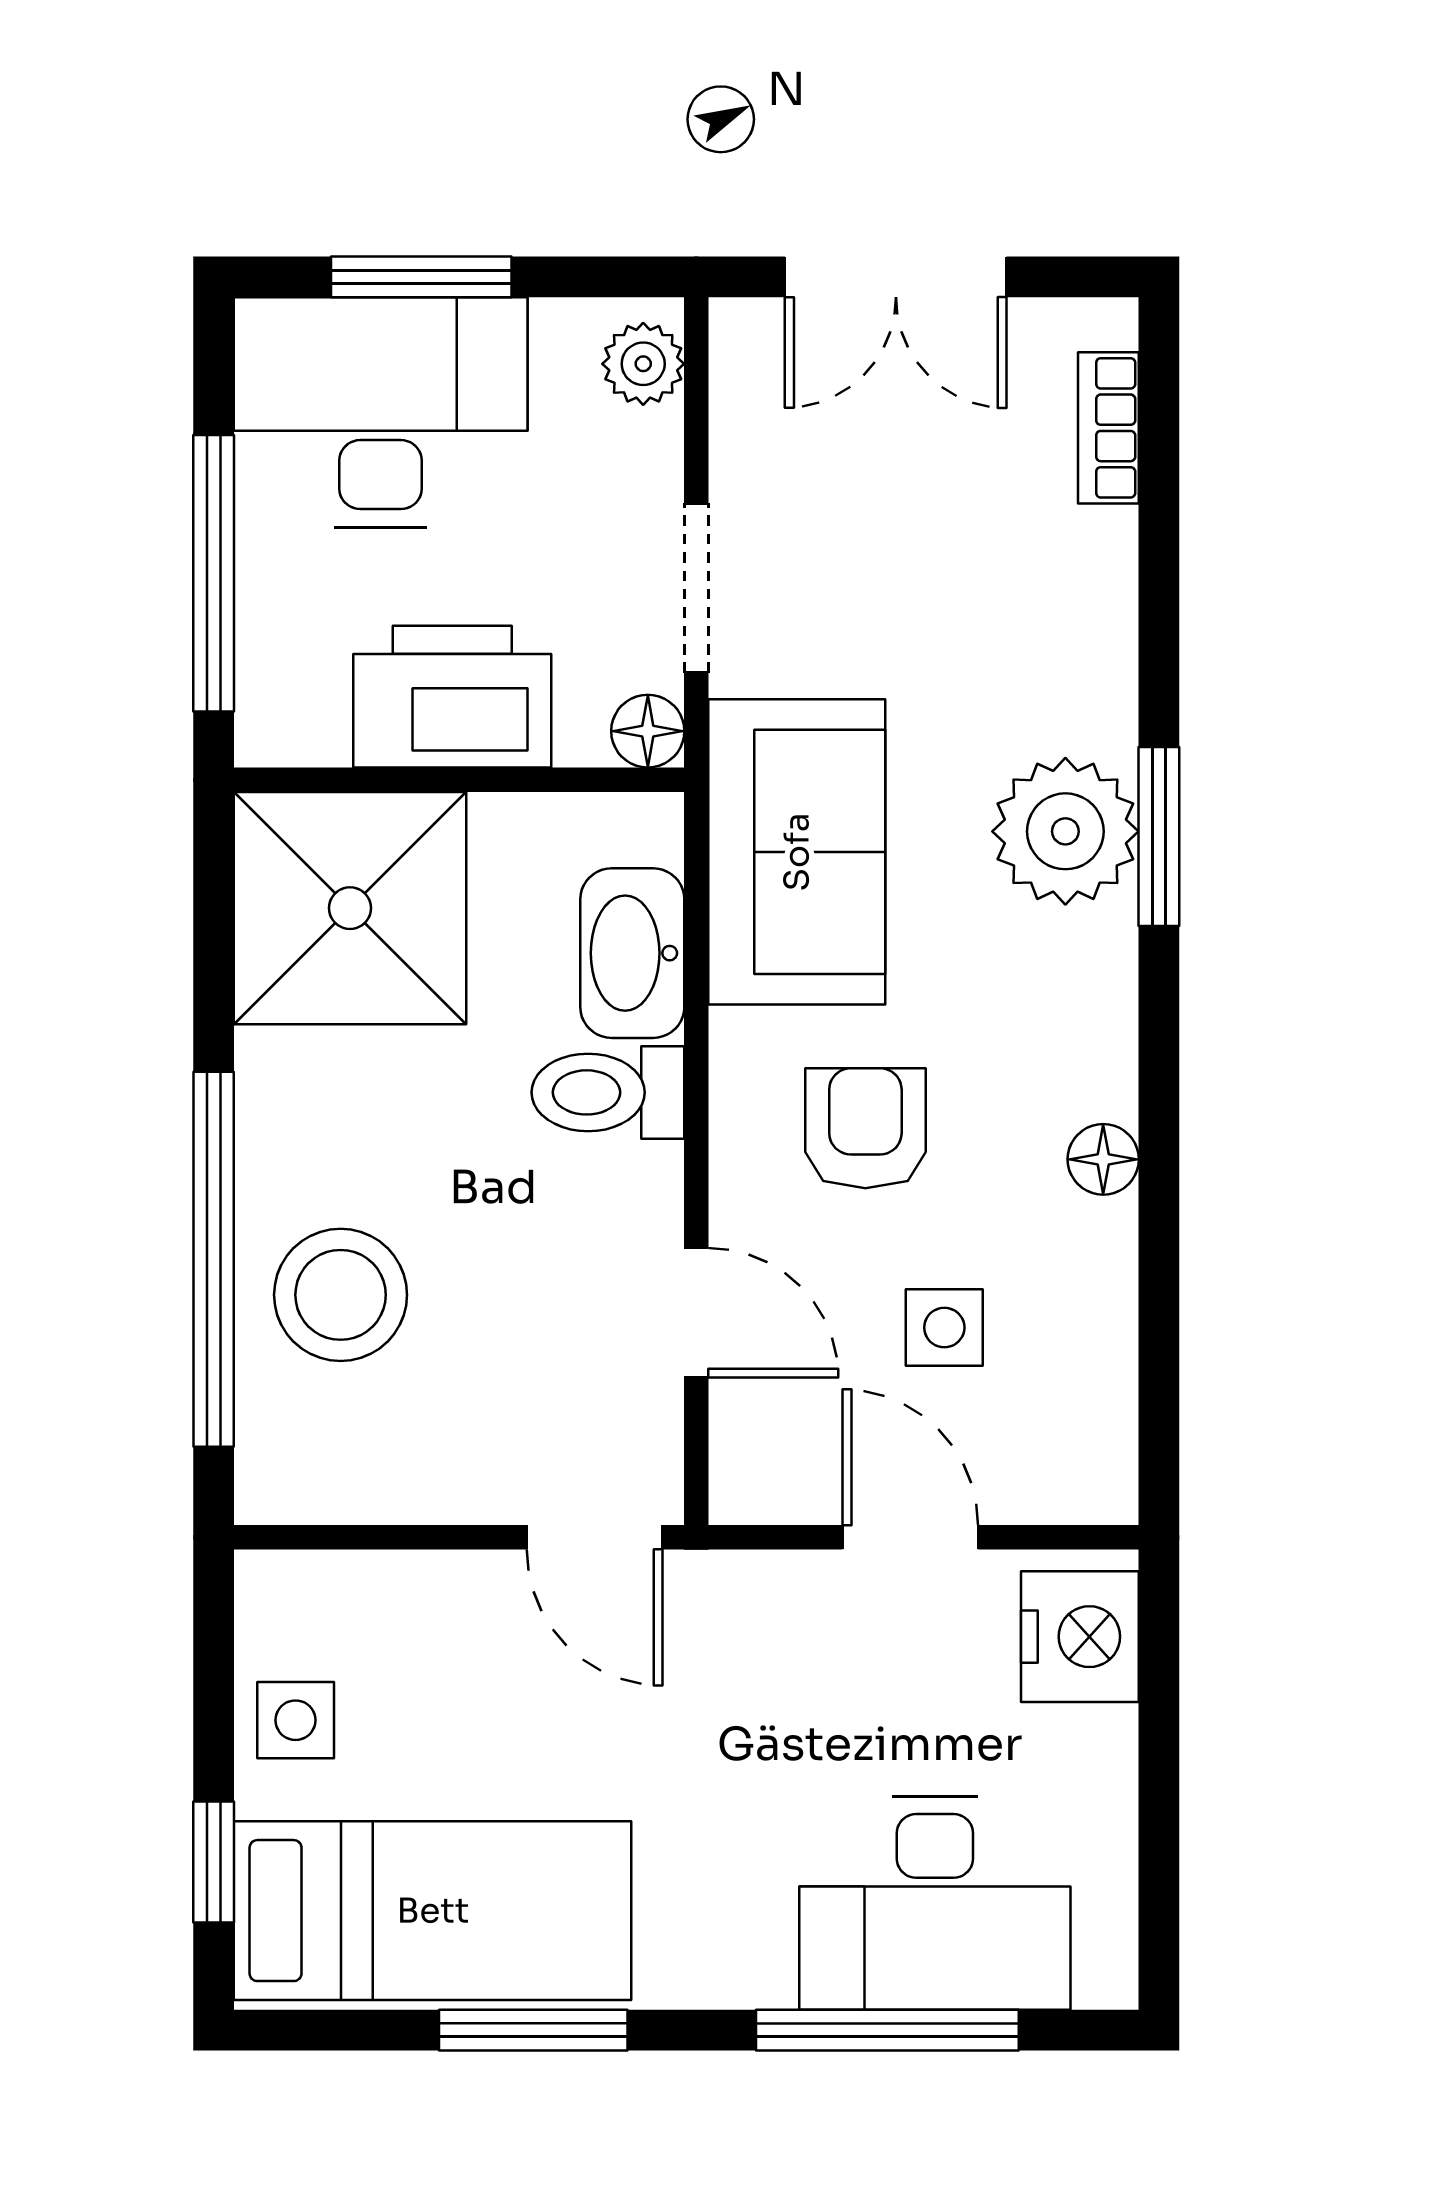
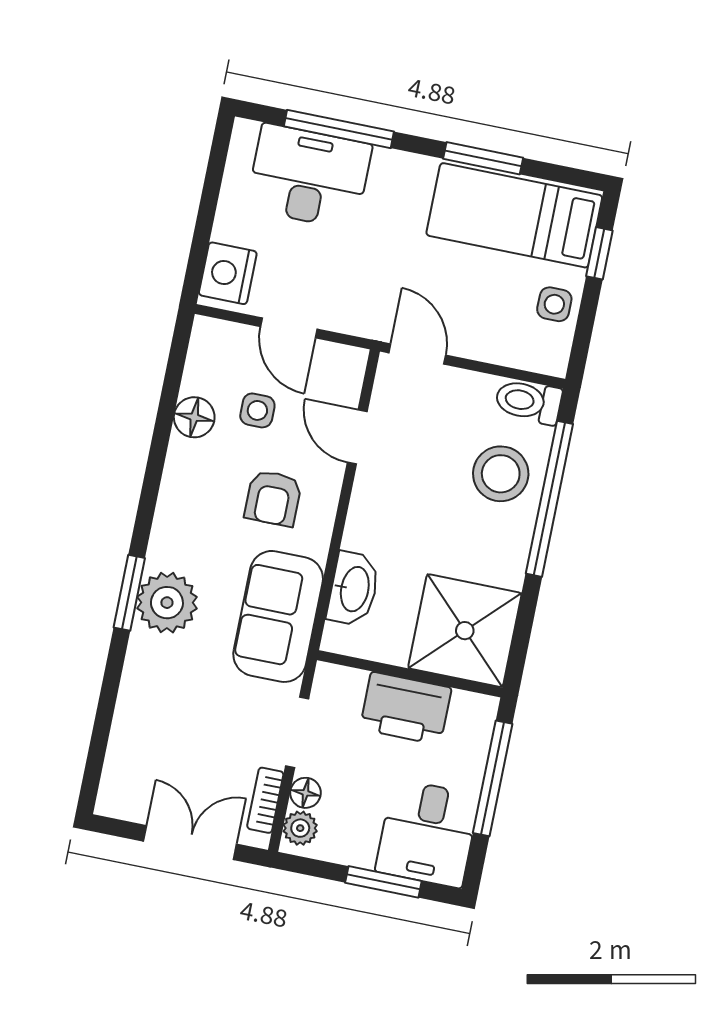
desk: (381, 412) -> (427, 833), width x0.73
bookcase: (1108, 428) -> (265, 800), moved, turned 180
floor lamp: (648, 731) -> (305, 793), moved
toilet: (608, 1092) -> (528, 401), moved, turned 180
floor lamp: (1103, 1159) -> (194, 417), moved, width x1.37, depth x1.37

